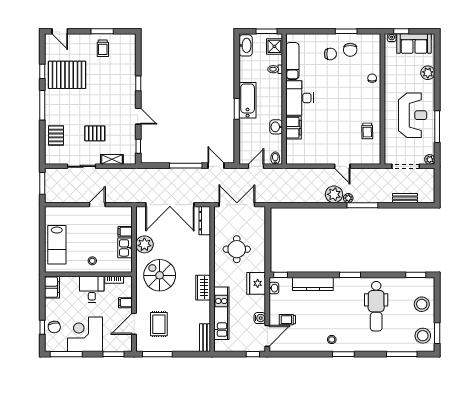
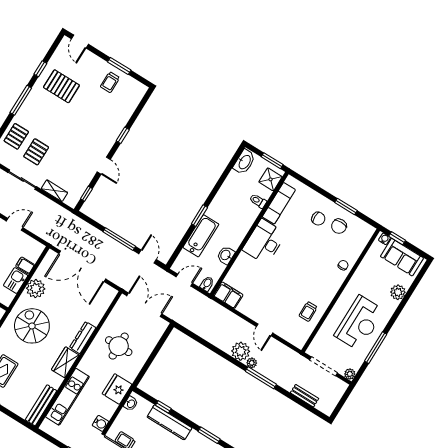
pallet: (67, 75) -> (61, 86), width x0.73, depth x0.71
bathtub: (248, 100) -> (201, 236), moved
filing cabinet: (294, 128) -> (228, 295), moved, turned -90
pallet: (95, 133) -> (36, 152), moved, turned 90
dresser: (205, 221) -> (83, 338), moved
window: (281, 275) -> (163, 407), moved
bench: (205, 338) -> (41, 405), width x1.36

